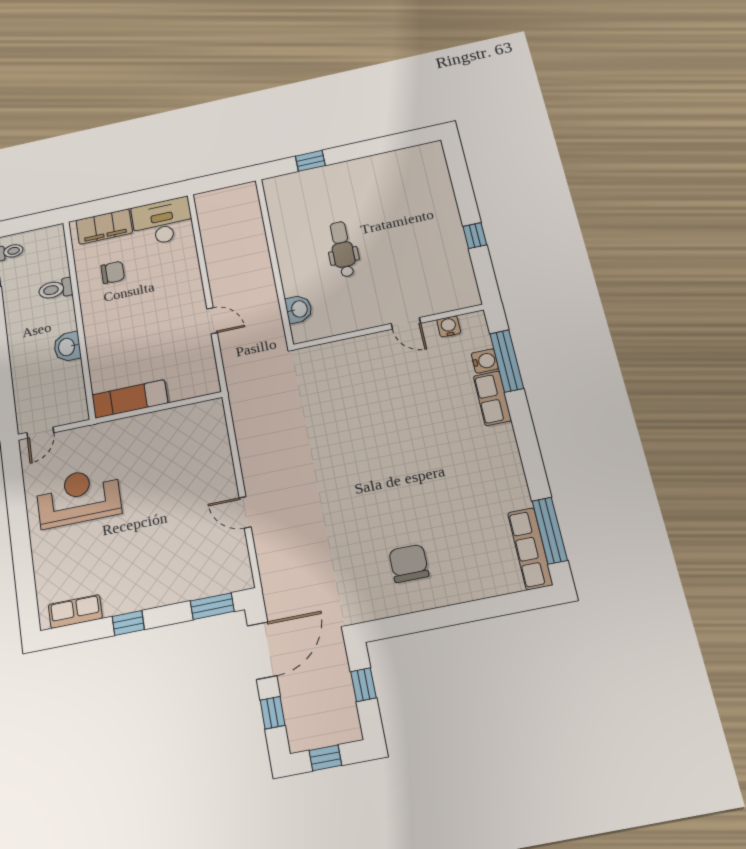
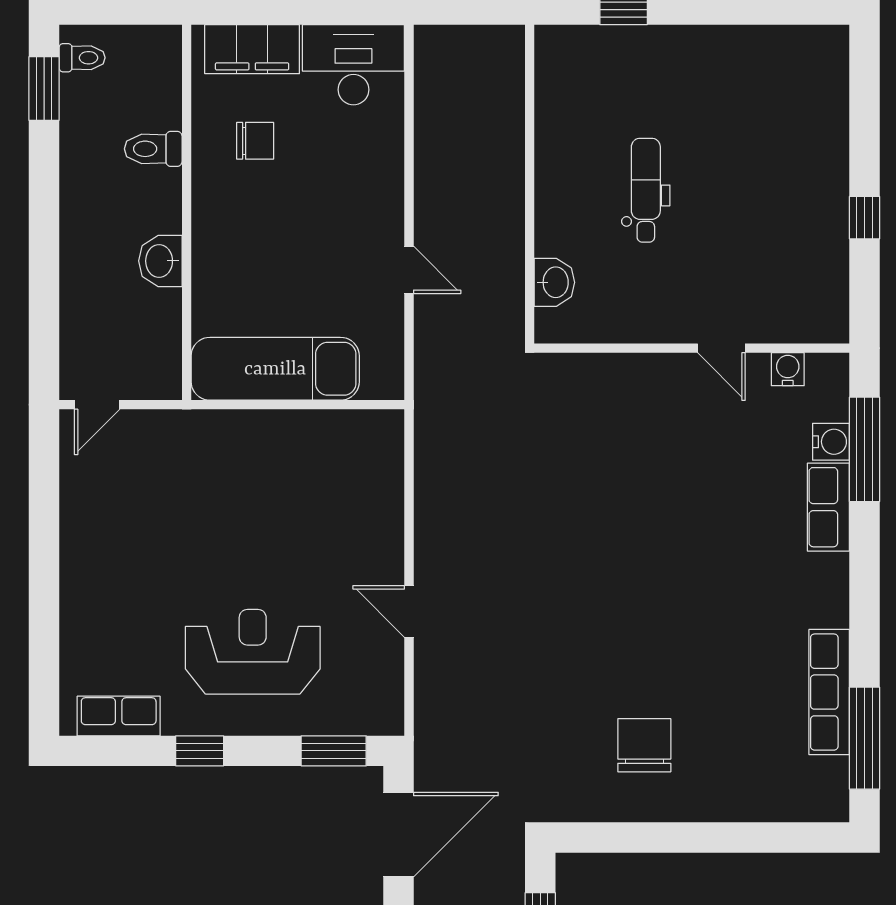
exam couch: (130, 399) -> (275, 369), width x1.36, depth x1.45
reception desk: (78, 497) -> (253, 652), moved
row of seats: (530, 549) -> (829, 692), moved

